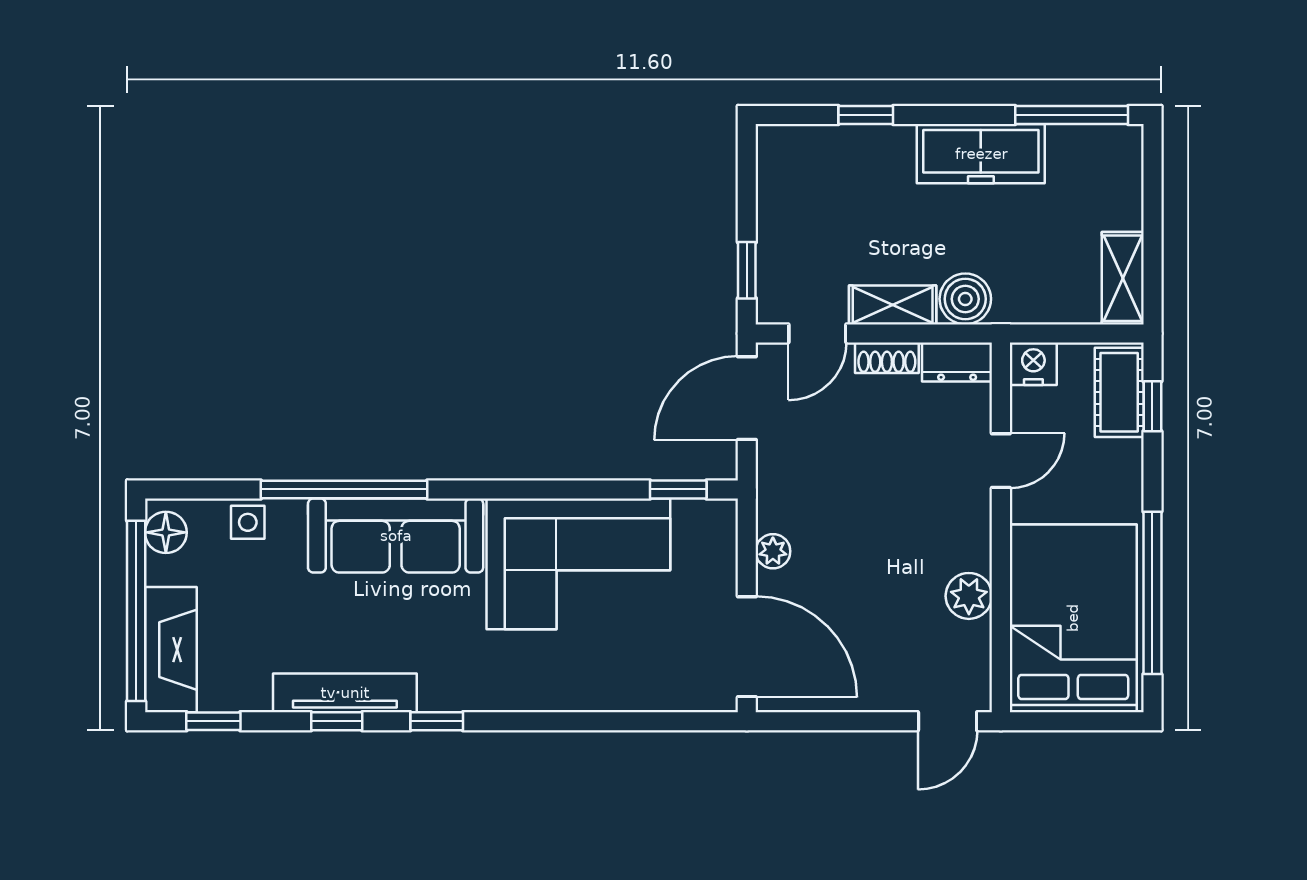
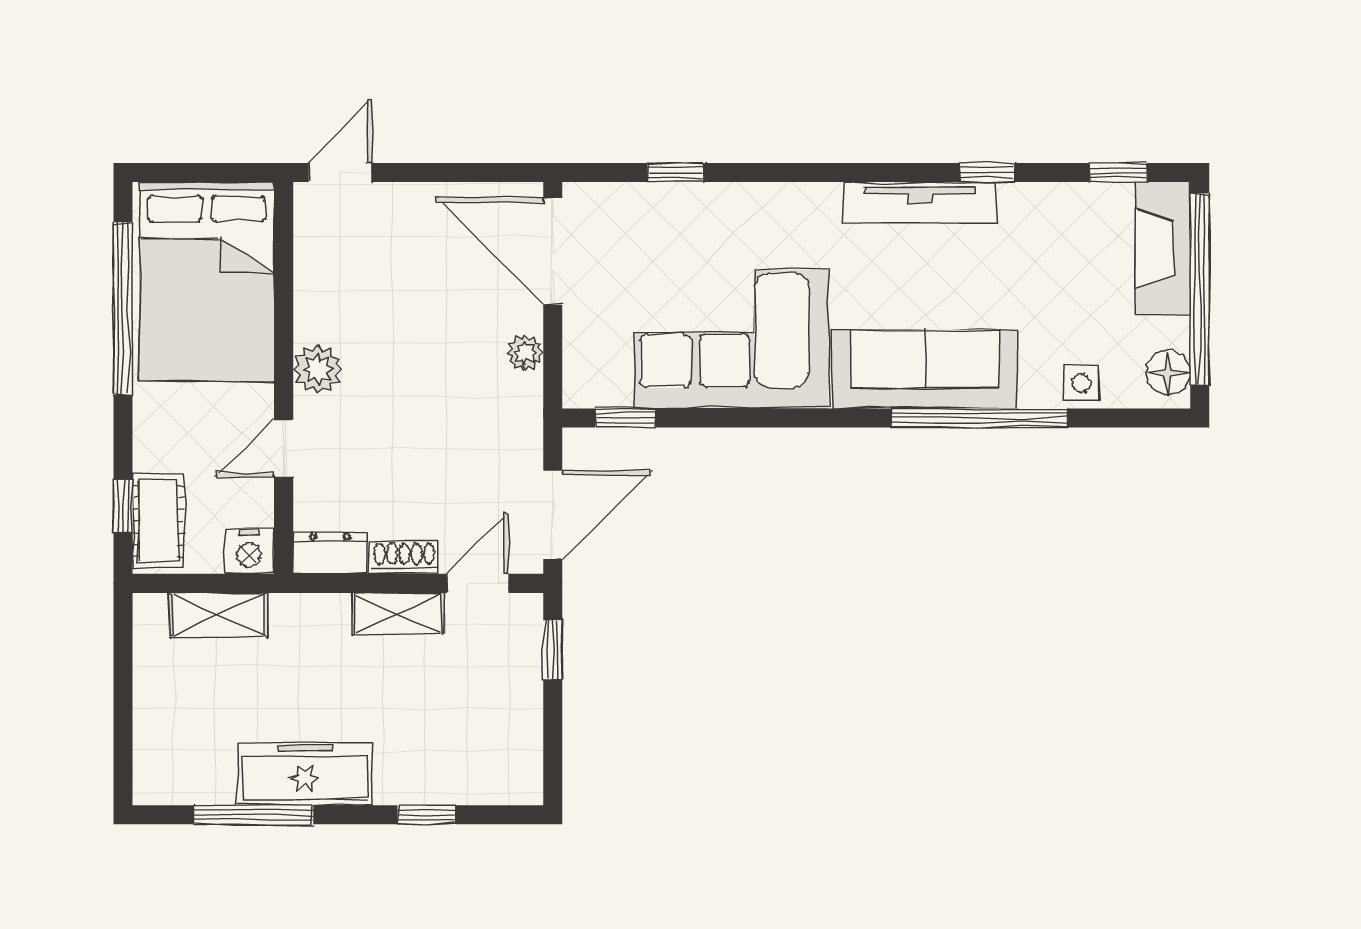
window: (1072, 115) -> (253, 815), moved
shelving: (1123, 278) -> (219, 615), moved, turned 90
boiler: (965, 299) -> (321, 620), removed
plant: (969, 596) -> (318, 369), moved
tv unit: (345, 693) -> (920, 203), moved
window: (437, 721) -> (676, 172), moved

